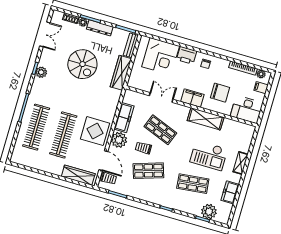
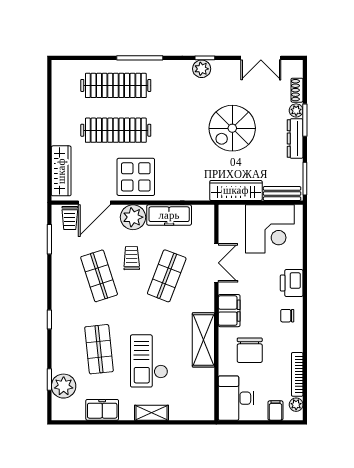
corner desk: (161, 56) -> (270, 229), moved, turned -90

